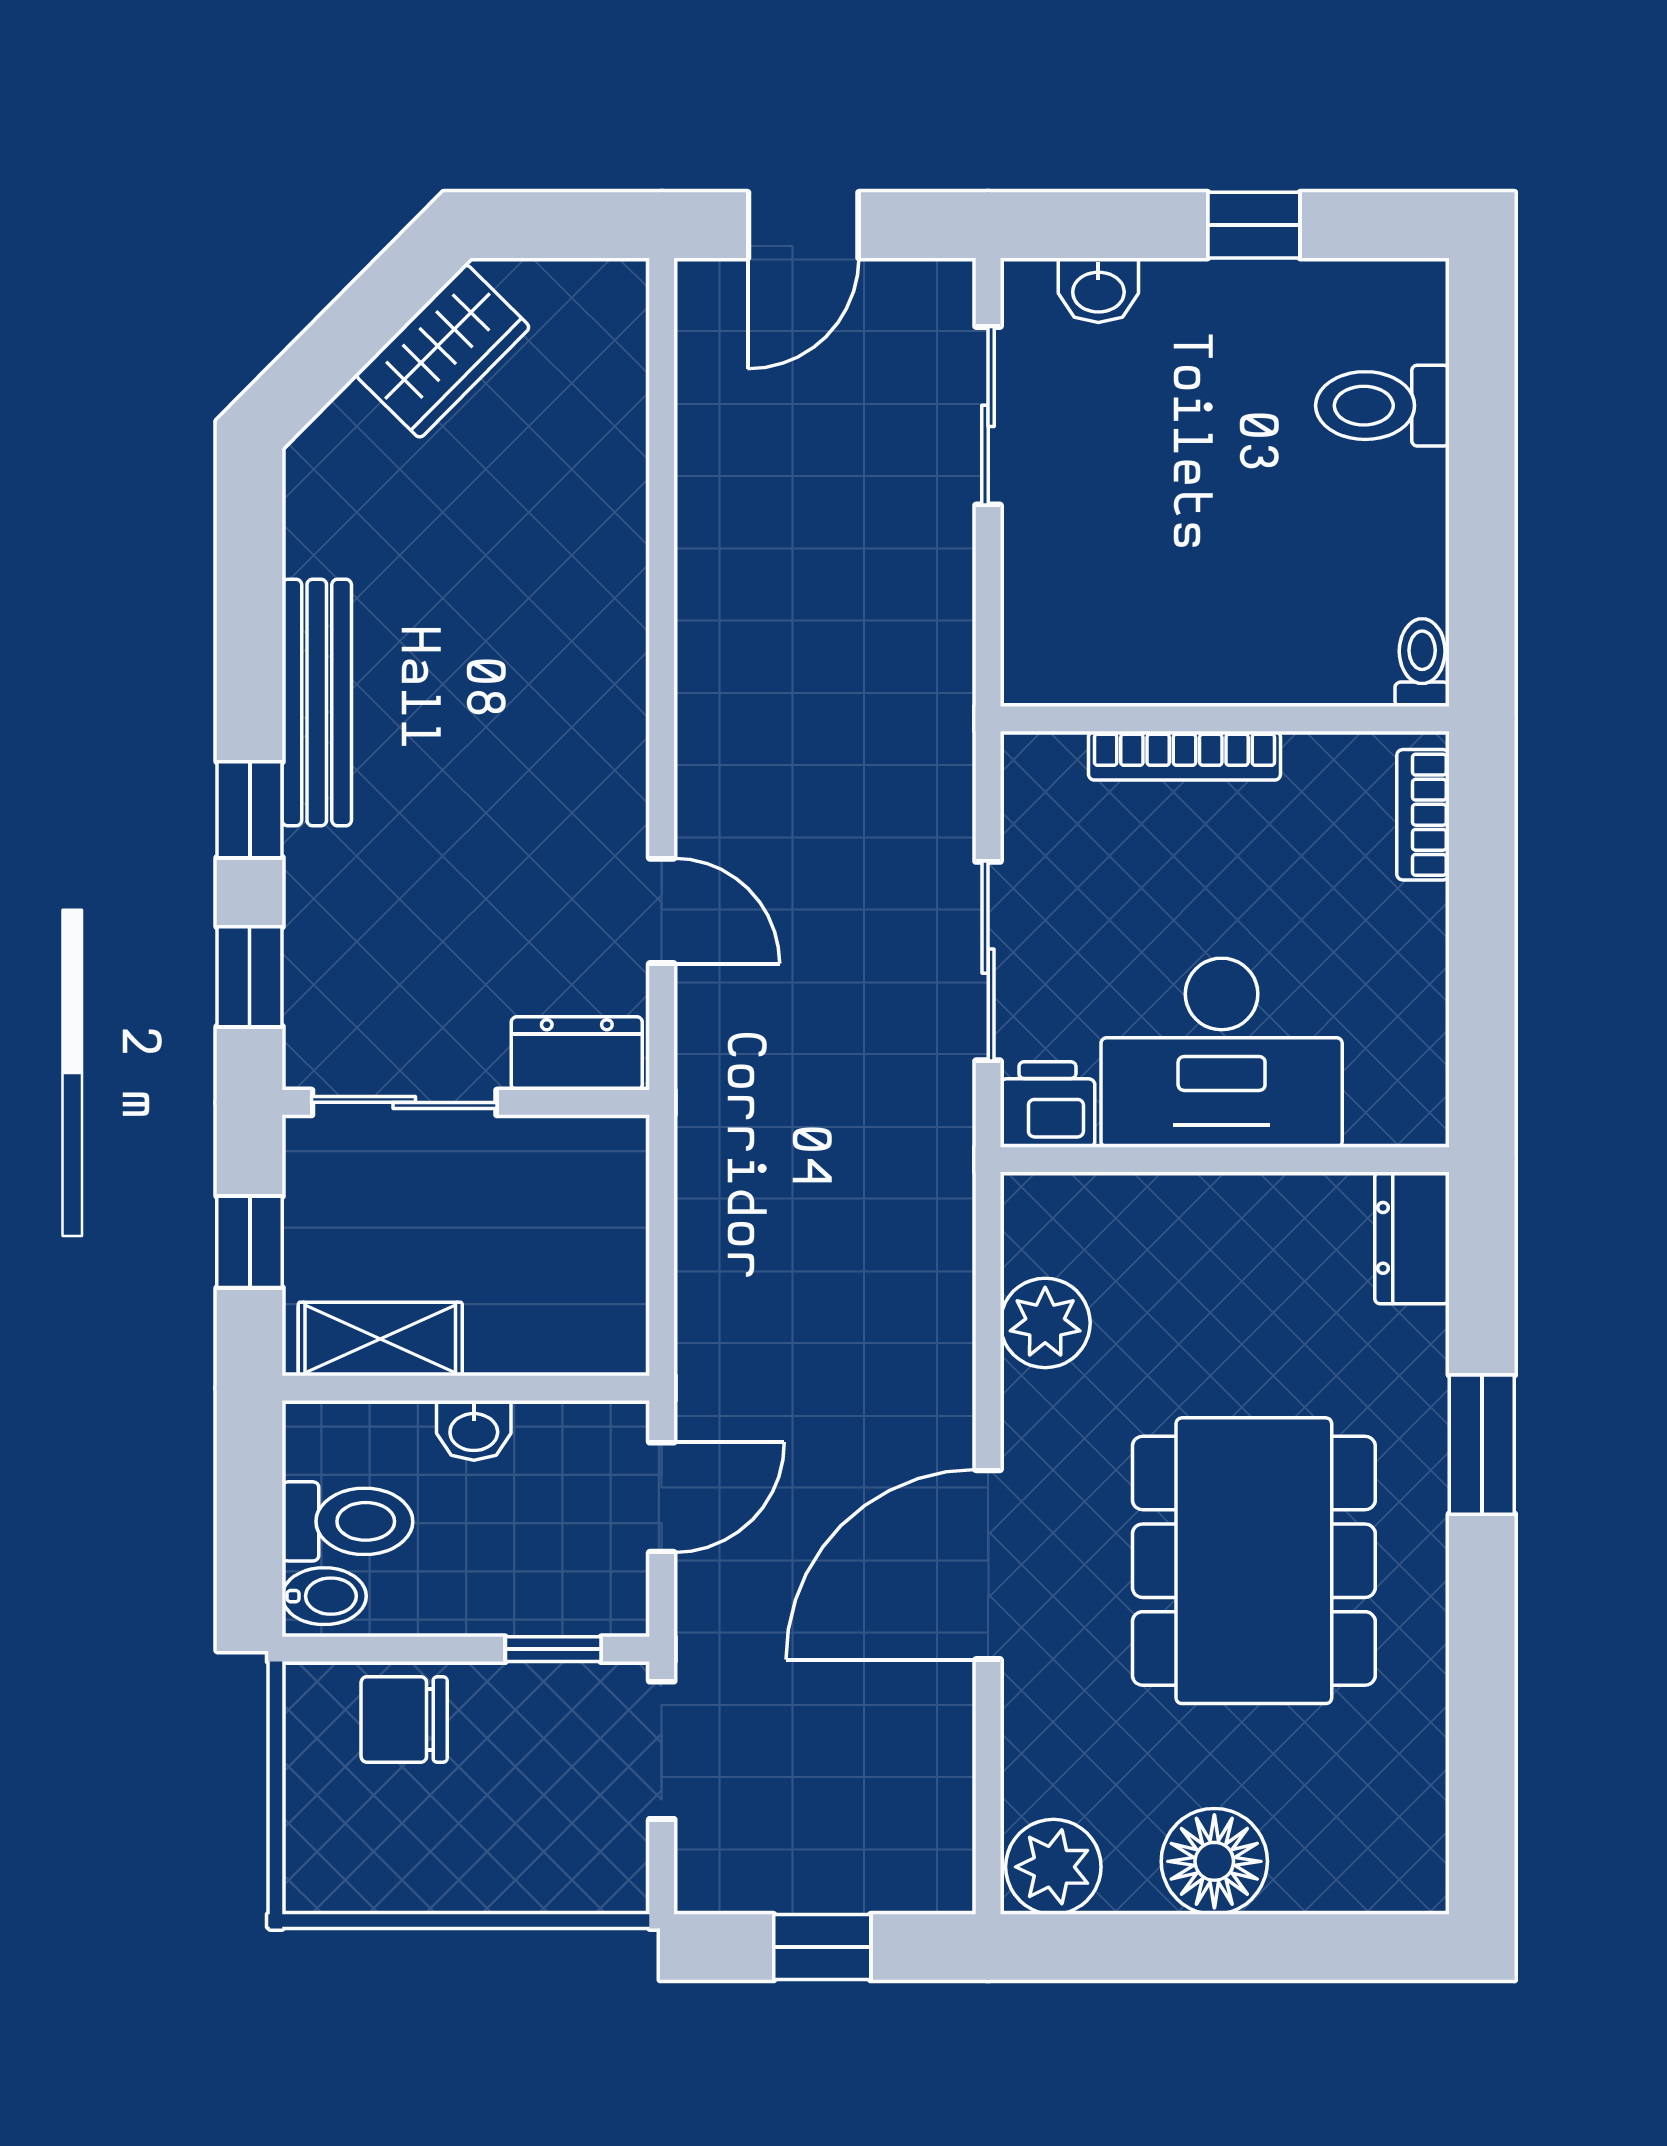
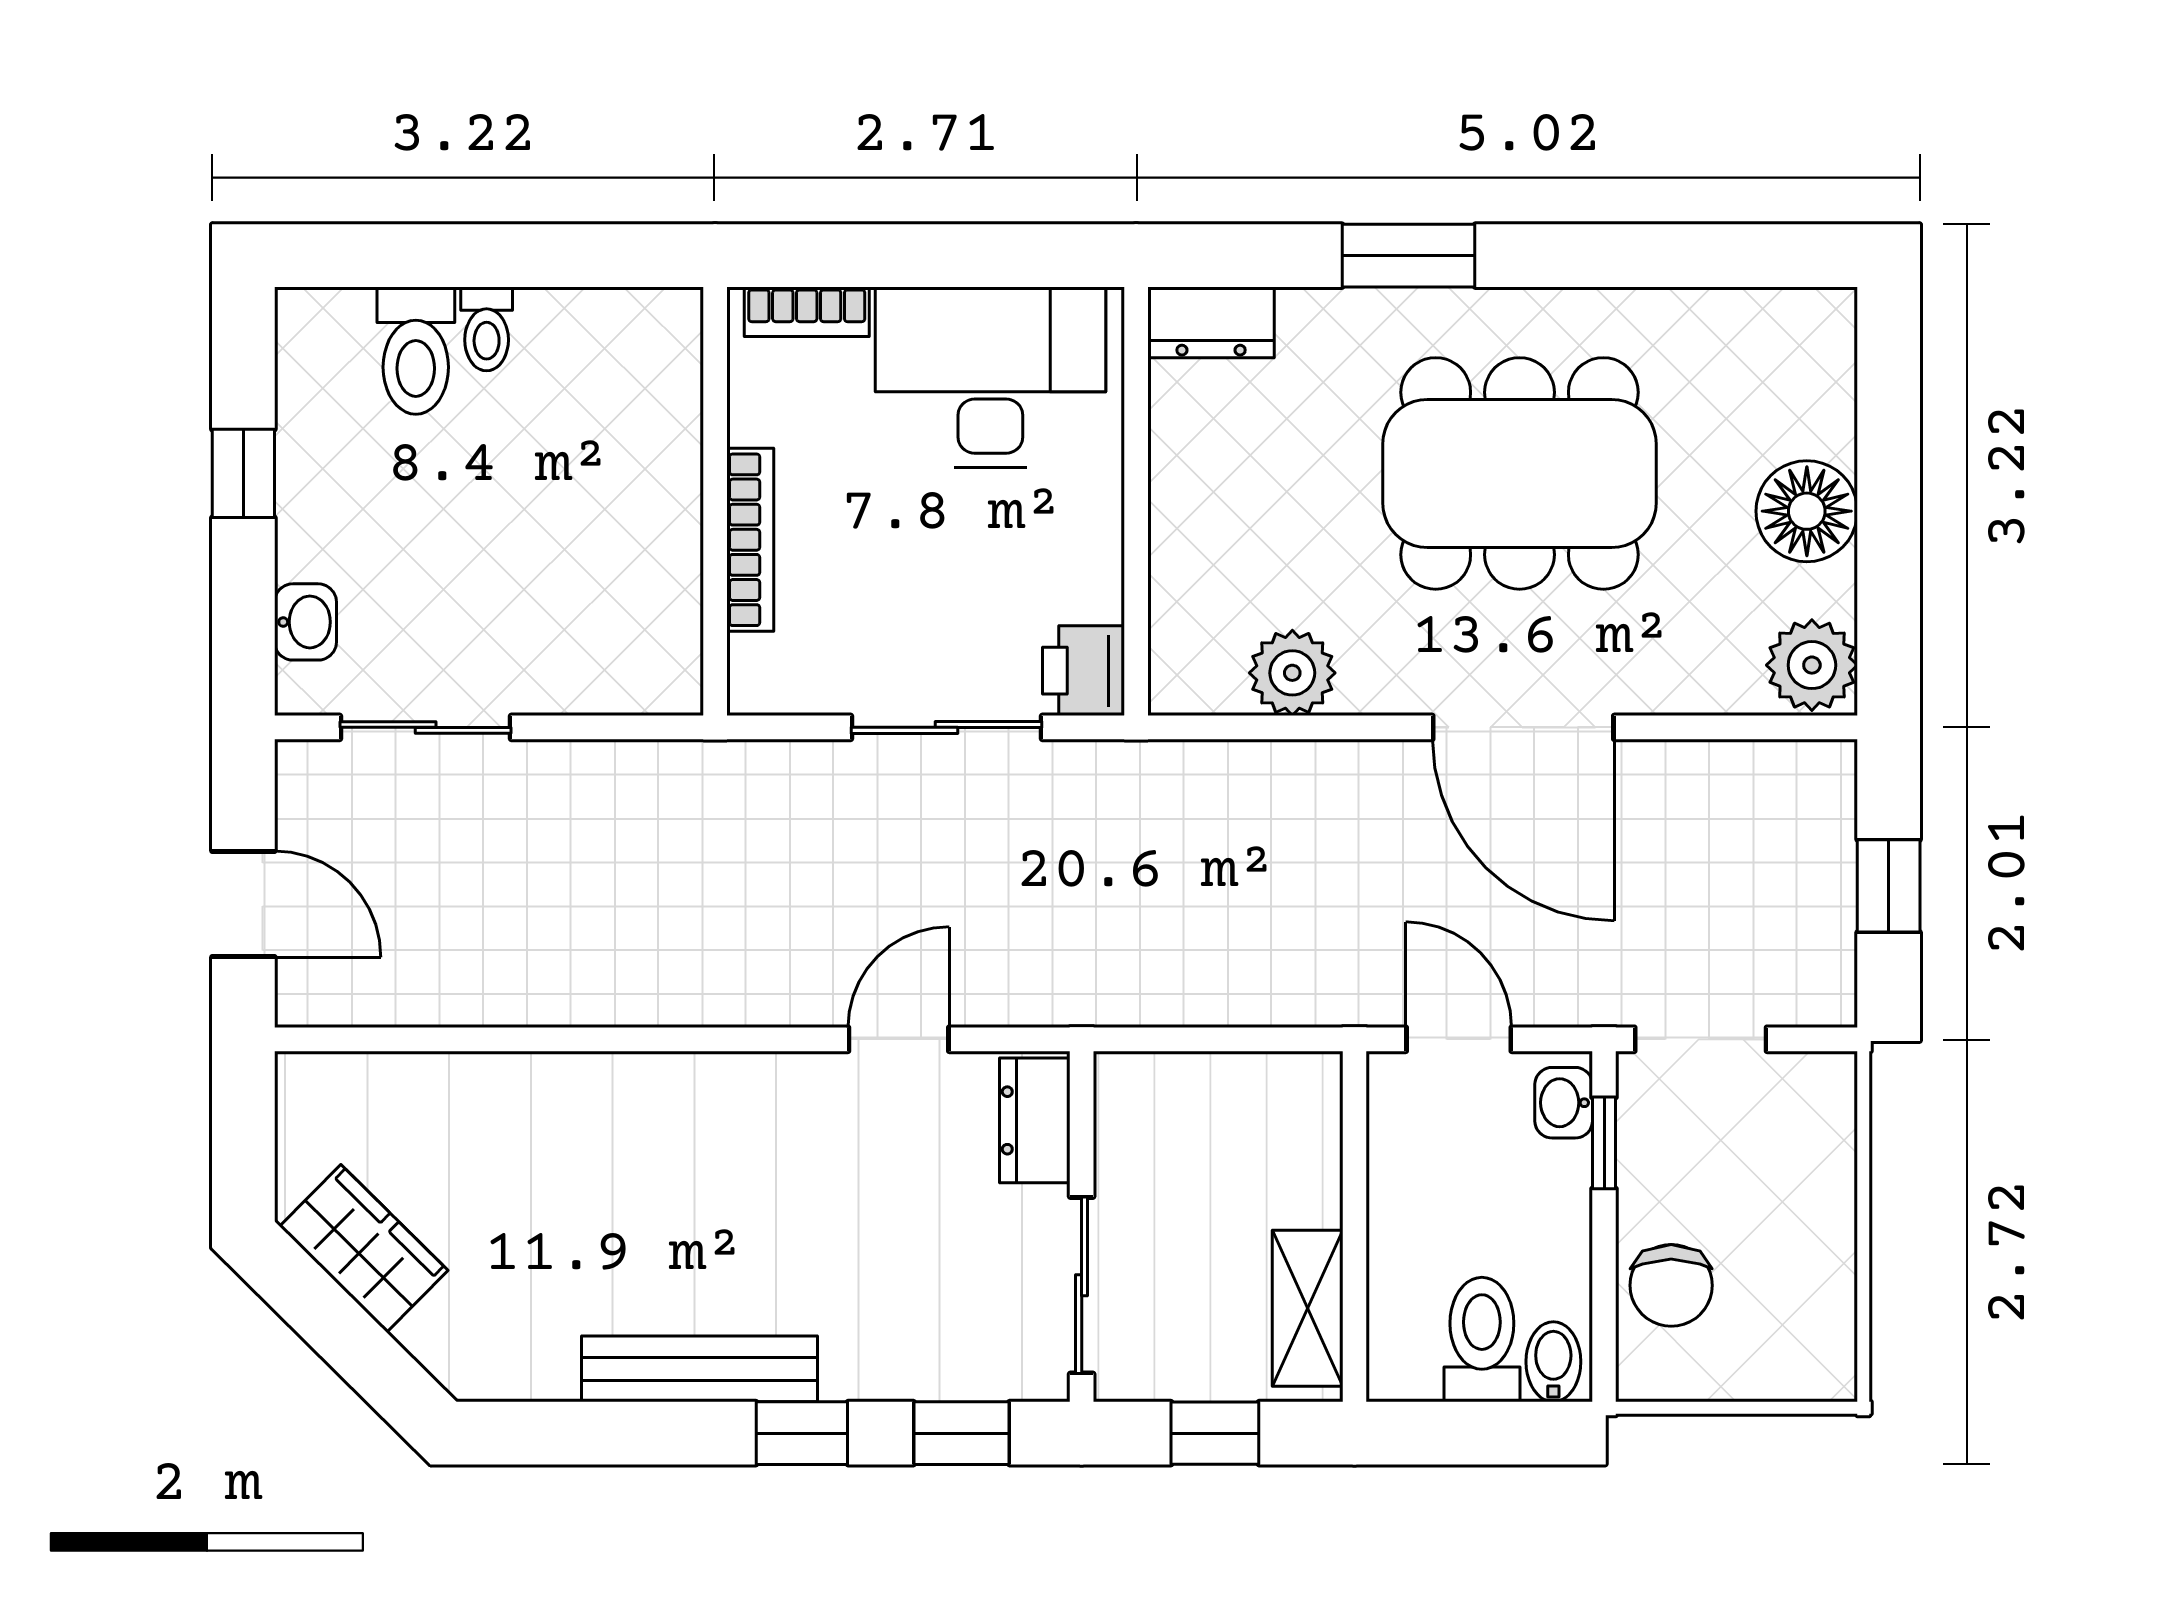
toilet: (1422, 663) -> (487, 329), moved, turned -90
desk: (1222, 1053) -> (990, 377), moved, turned -90
washbasin: (474, 1430) -> (1564, 1103), moved, turned 180

